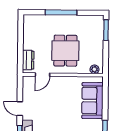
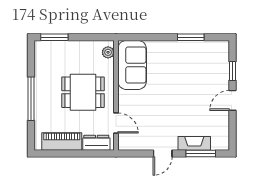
piano: (29, 35) -> (62, 141), added
sofa: (92, 101) -> (132, 65), moved, turned -90

